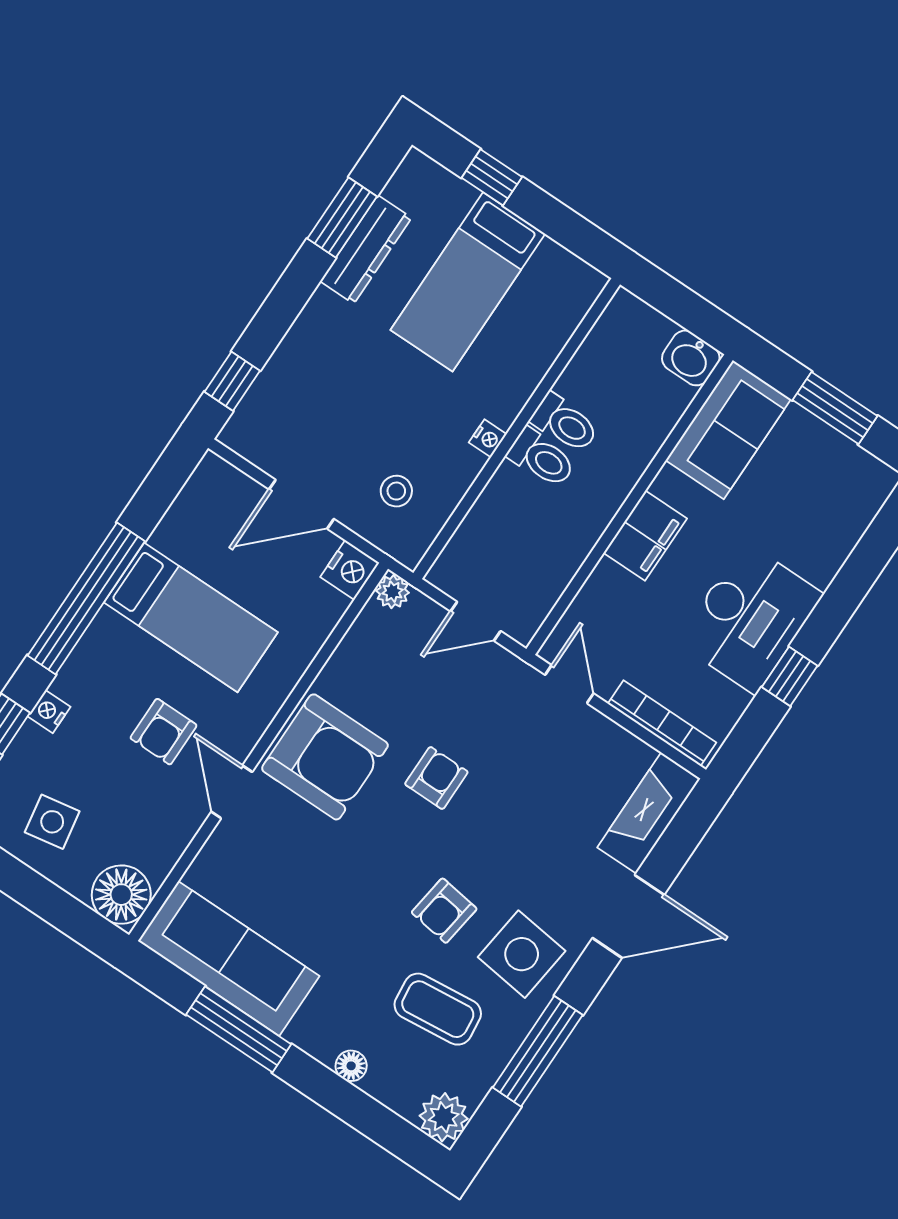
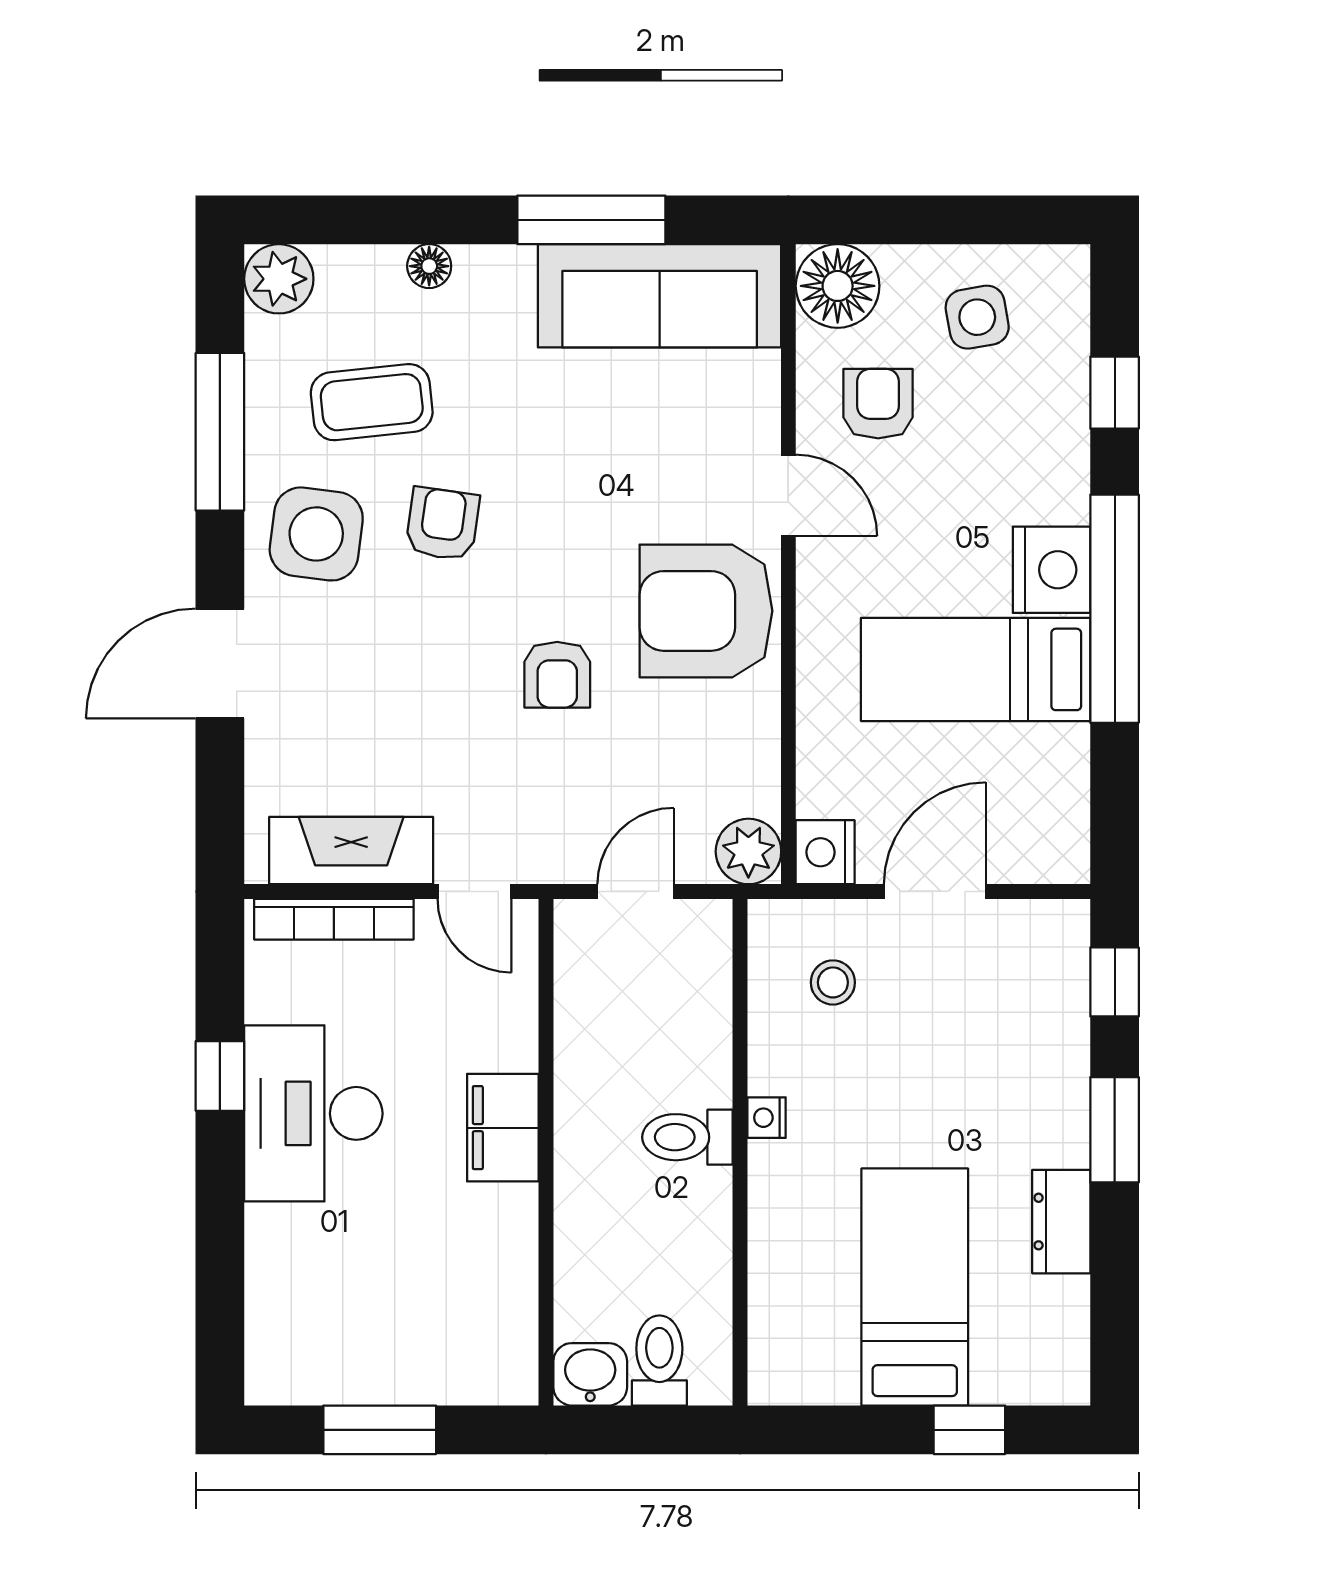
window: (342, 218) -> (1115, 1130), moved
dresser: (366, 249) -> (1061, 1222), width x0.70
toilet: (565, 423) -> (659, 1360), moved, turned 90
sofa: (728, 430) -> (489, 1319), removed
plant: (393, 592) -> (748, 851), width x1.38, depth x1.38
nightstand: (49, 712) -> (1052, 570), moved, width x1.89, depth x1.79
armchair: (164, 732) -> (878, 404), moved
fireplace: (649, 813) -> (351, 850), moved, turned -90

